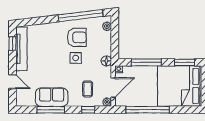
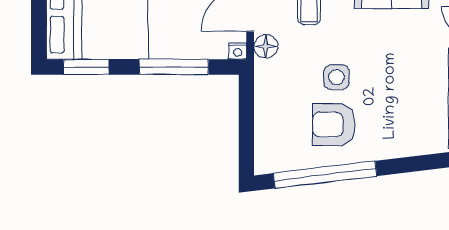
plant: (107, 26) -> (264, 150), removed
floor lamp: (106, 61) -> (266, 46), moved

